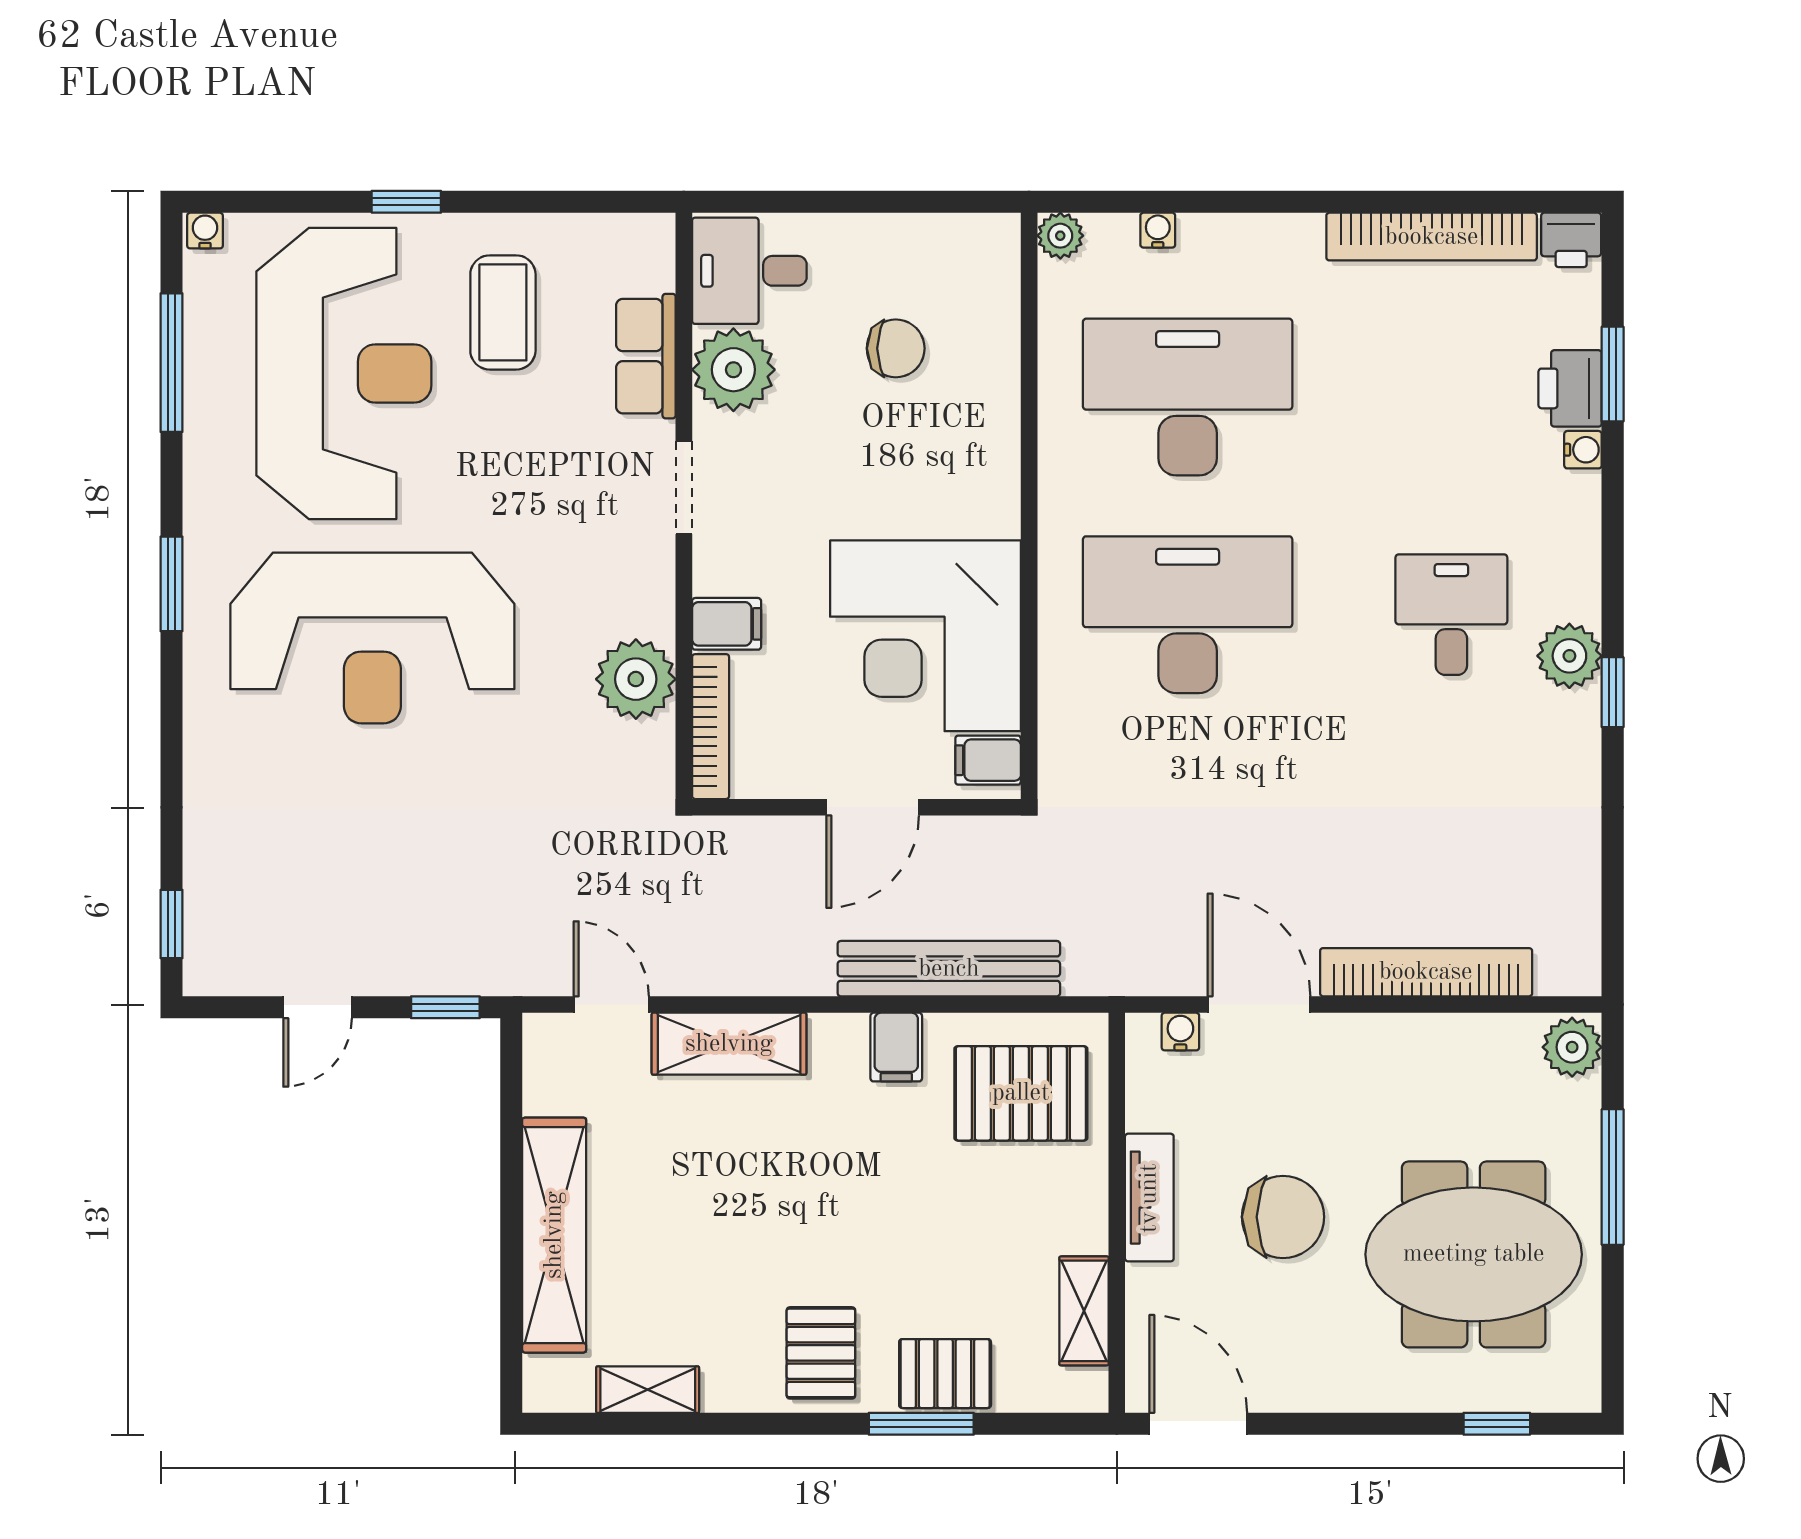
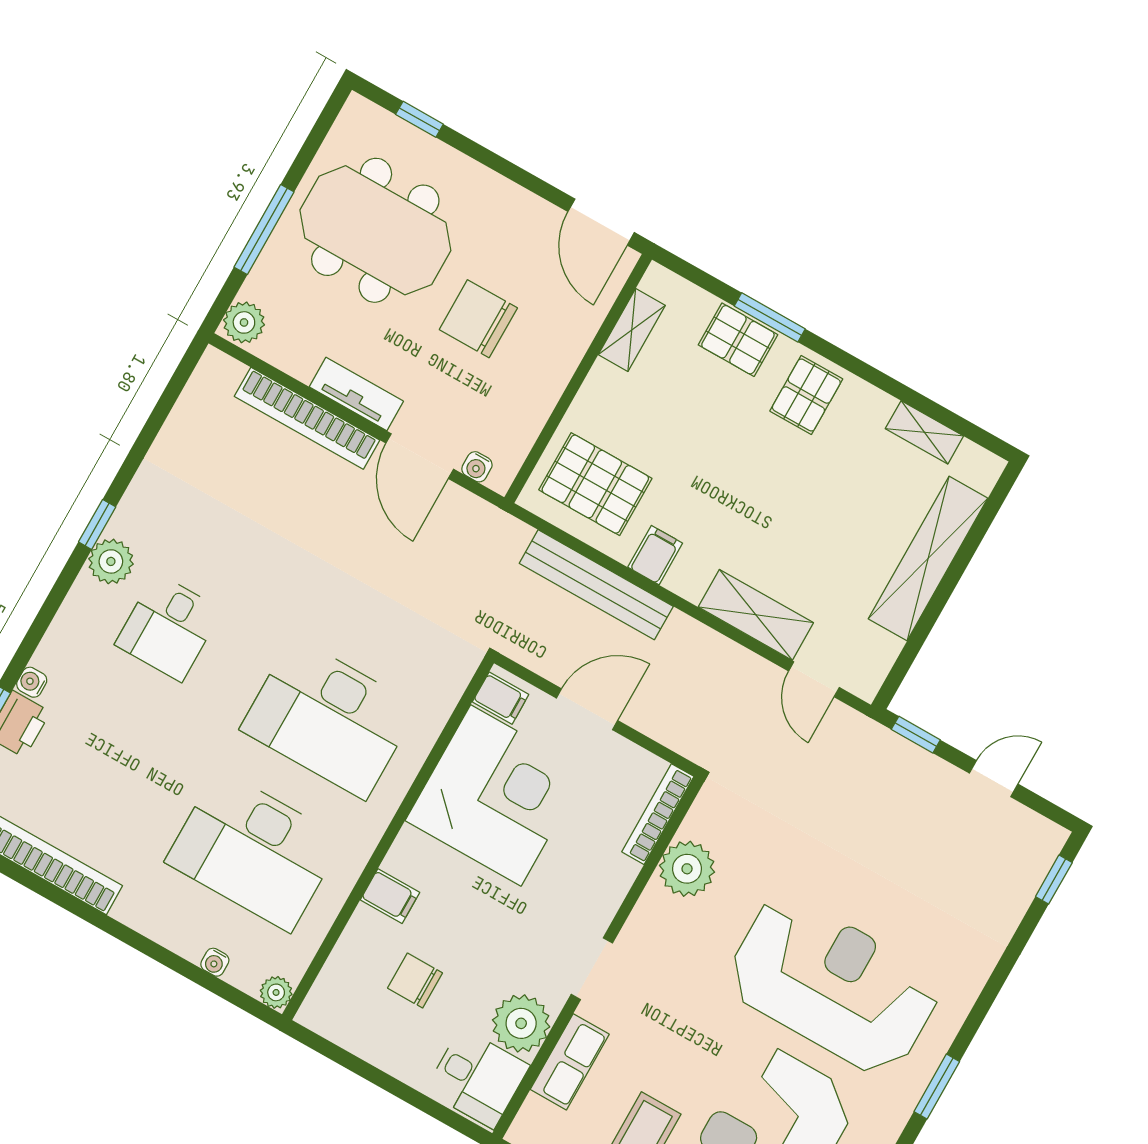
filing cabinet: (727, 624) -> (390, 896), moved, turned 180
tv unit: (1149, 1198) -> (356, 394), moved, turned 90

